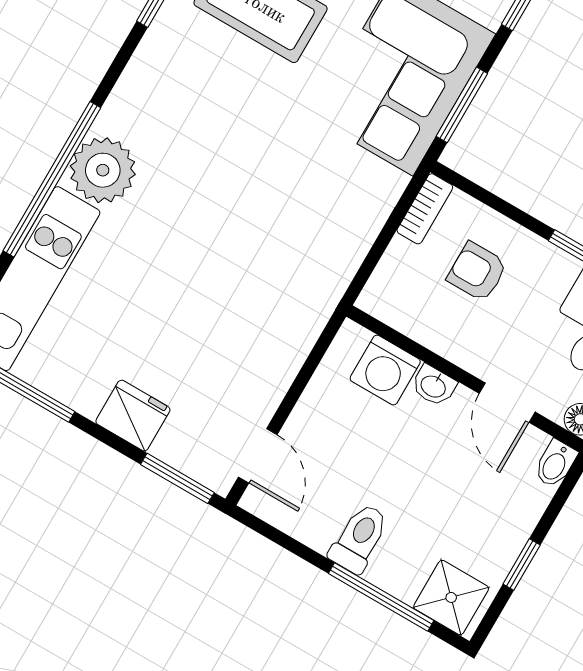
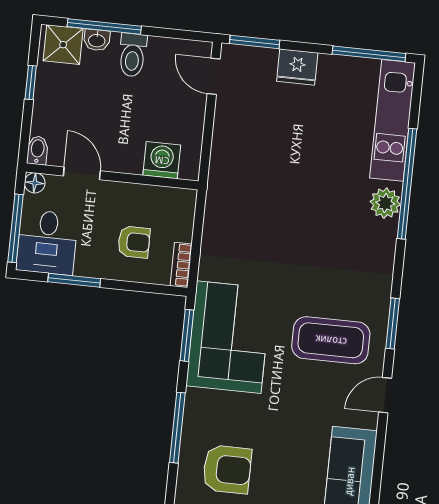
plant: (103, 170) -> (385, 203), width x0.73, depth x0.73
washbasin: (434, 386) -> (97, 40), moved, turned 180

